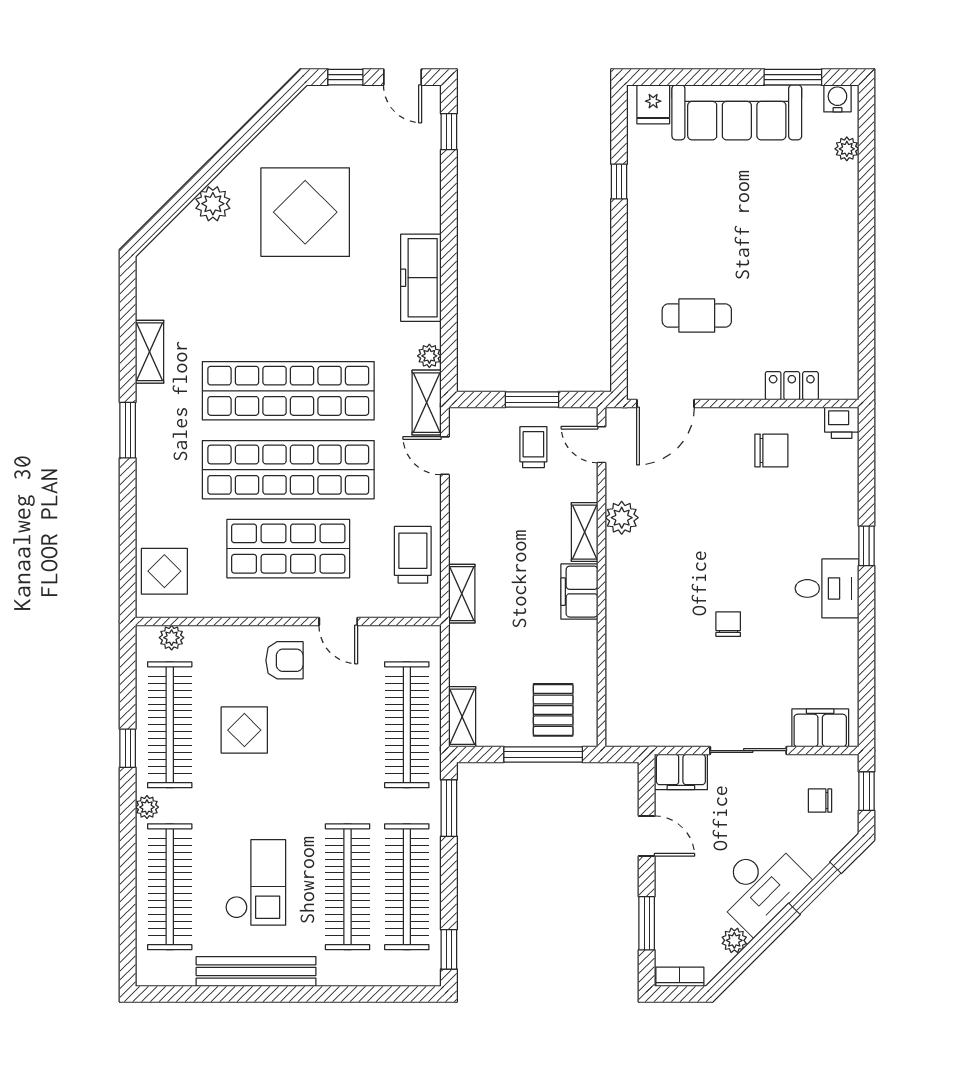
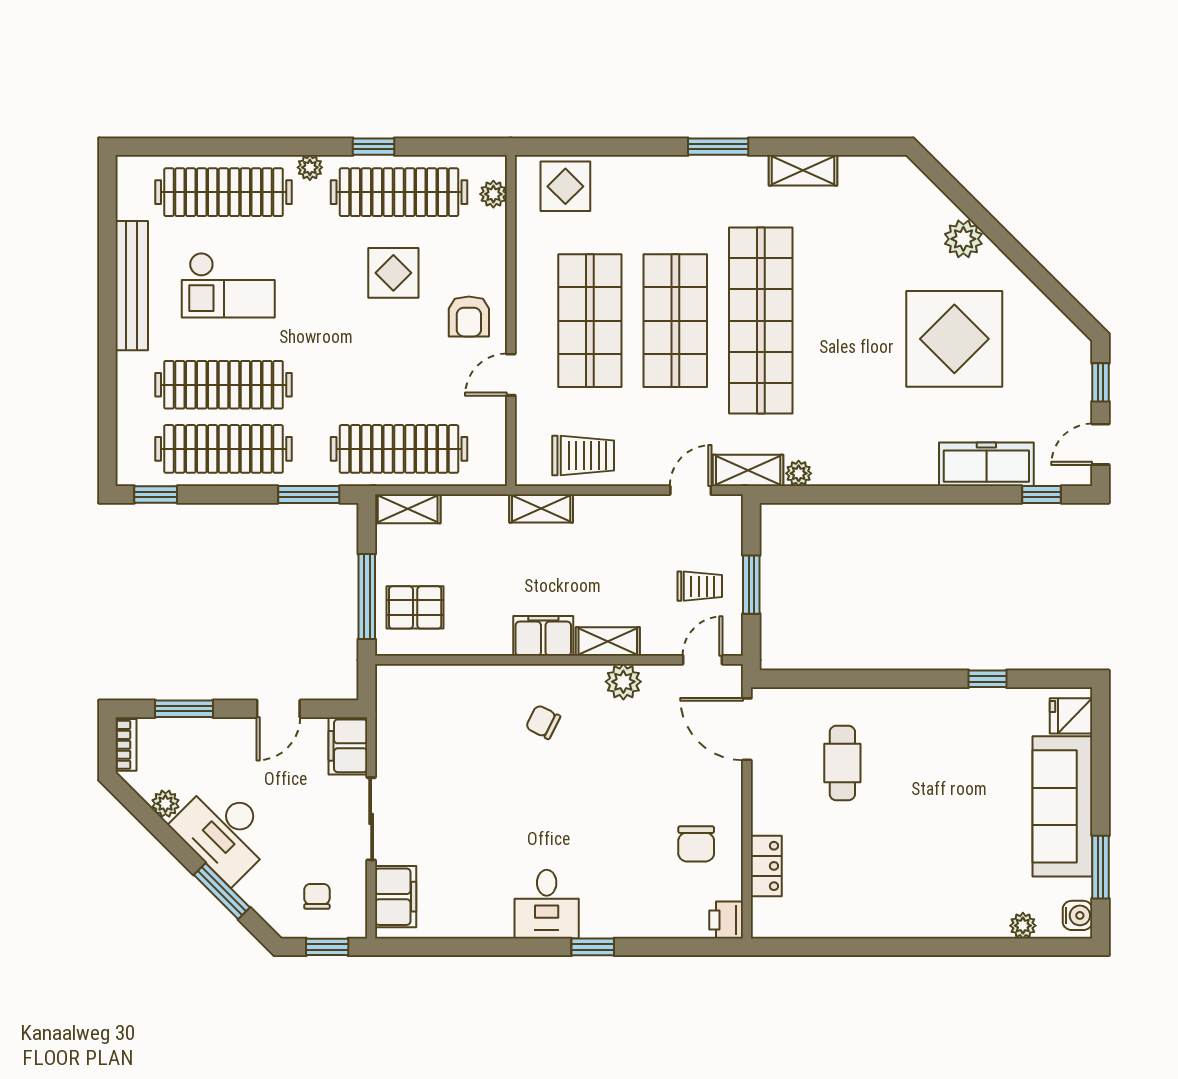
freezer: (421, 278) -> (986, 464), moved
shop shelf: (288, 470) -> (675, 321), width x0.71
chair: (728, 624) -> (543, 722), moved, turned -153

